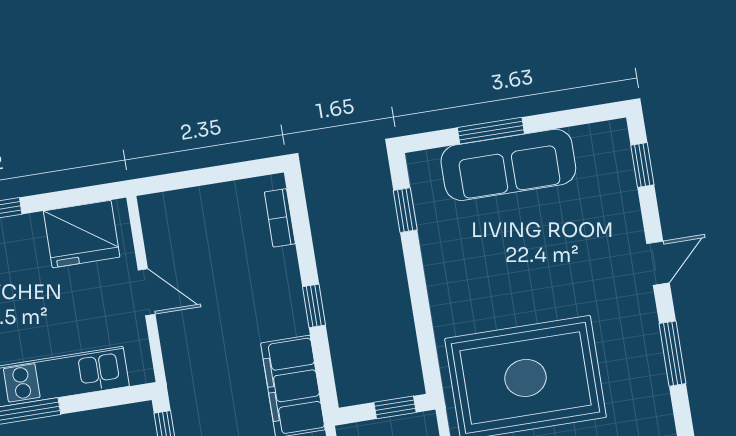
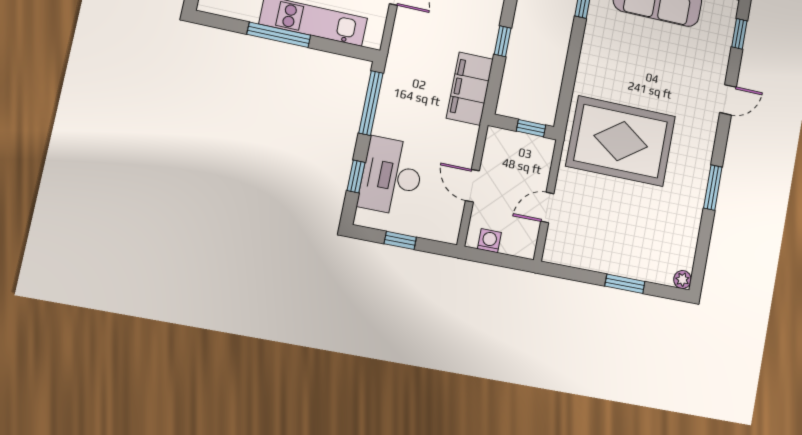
window: (672, 354) -> (713, 188), moved

